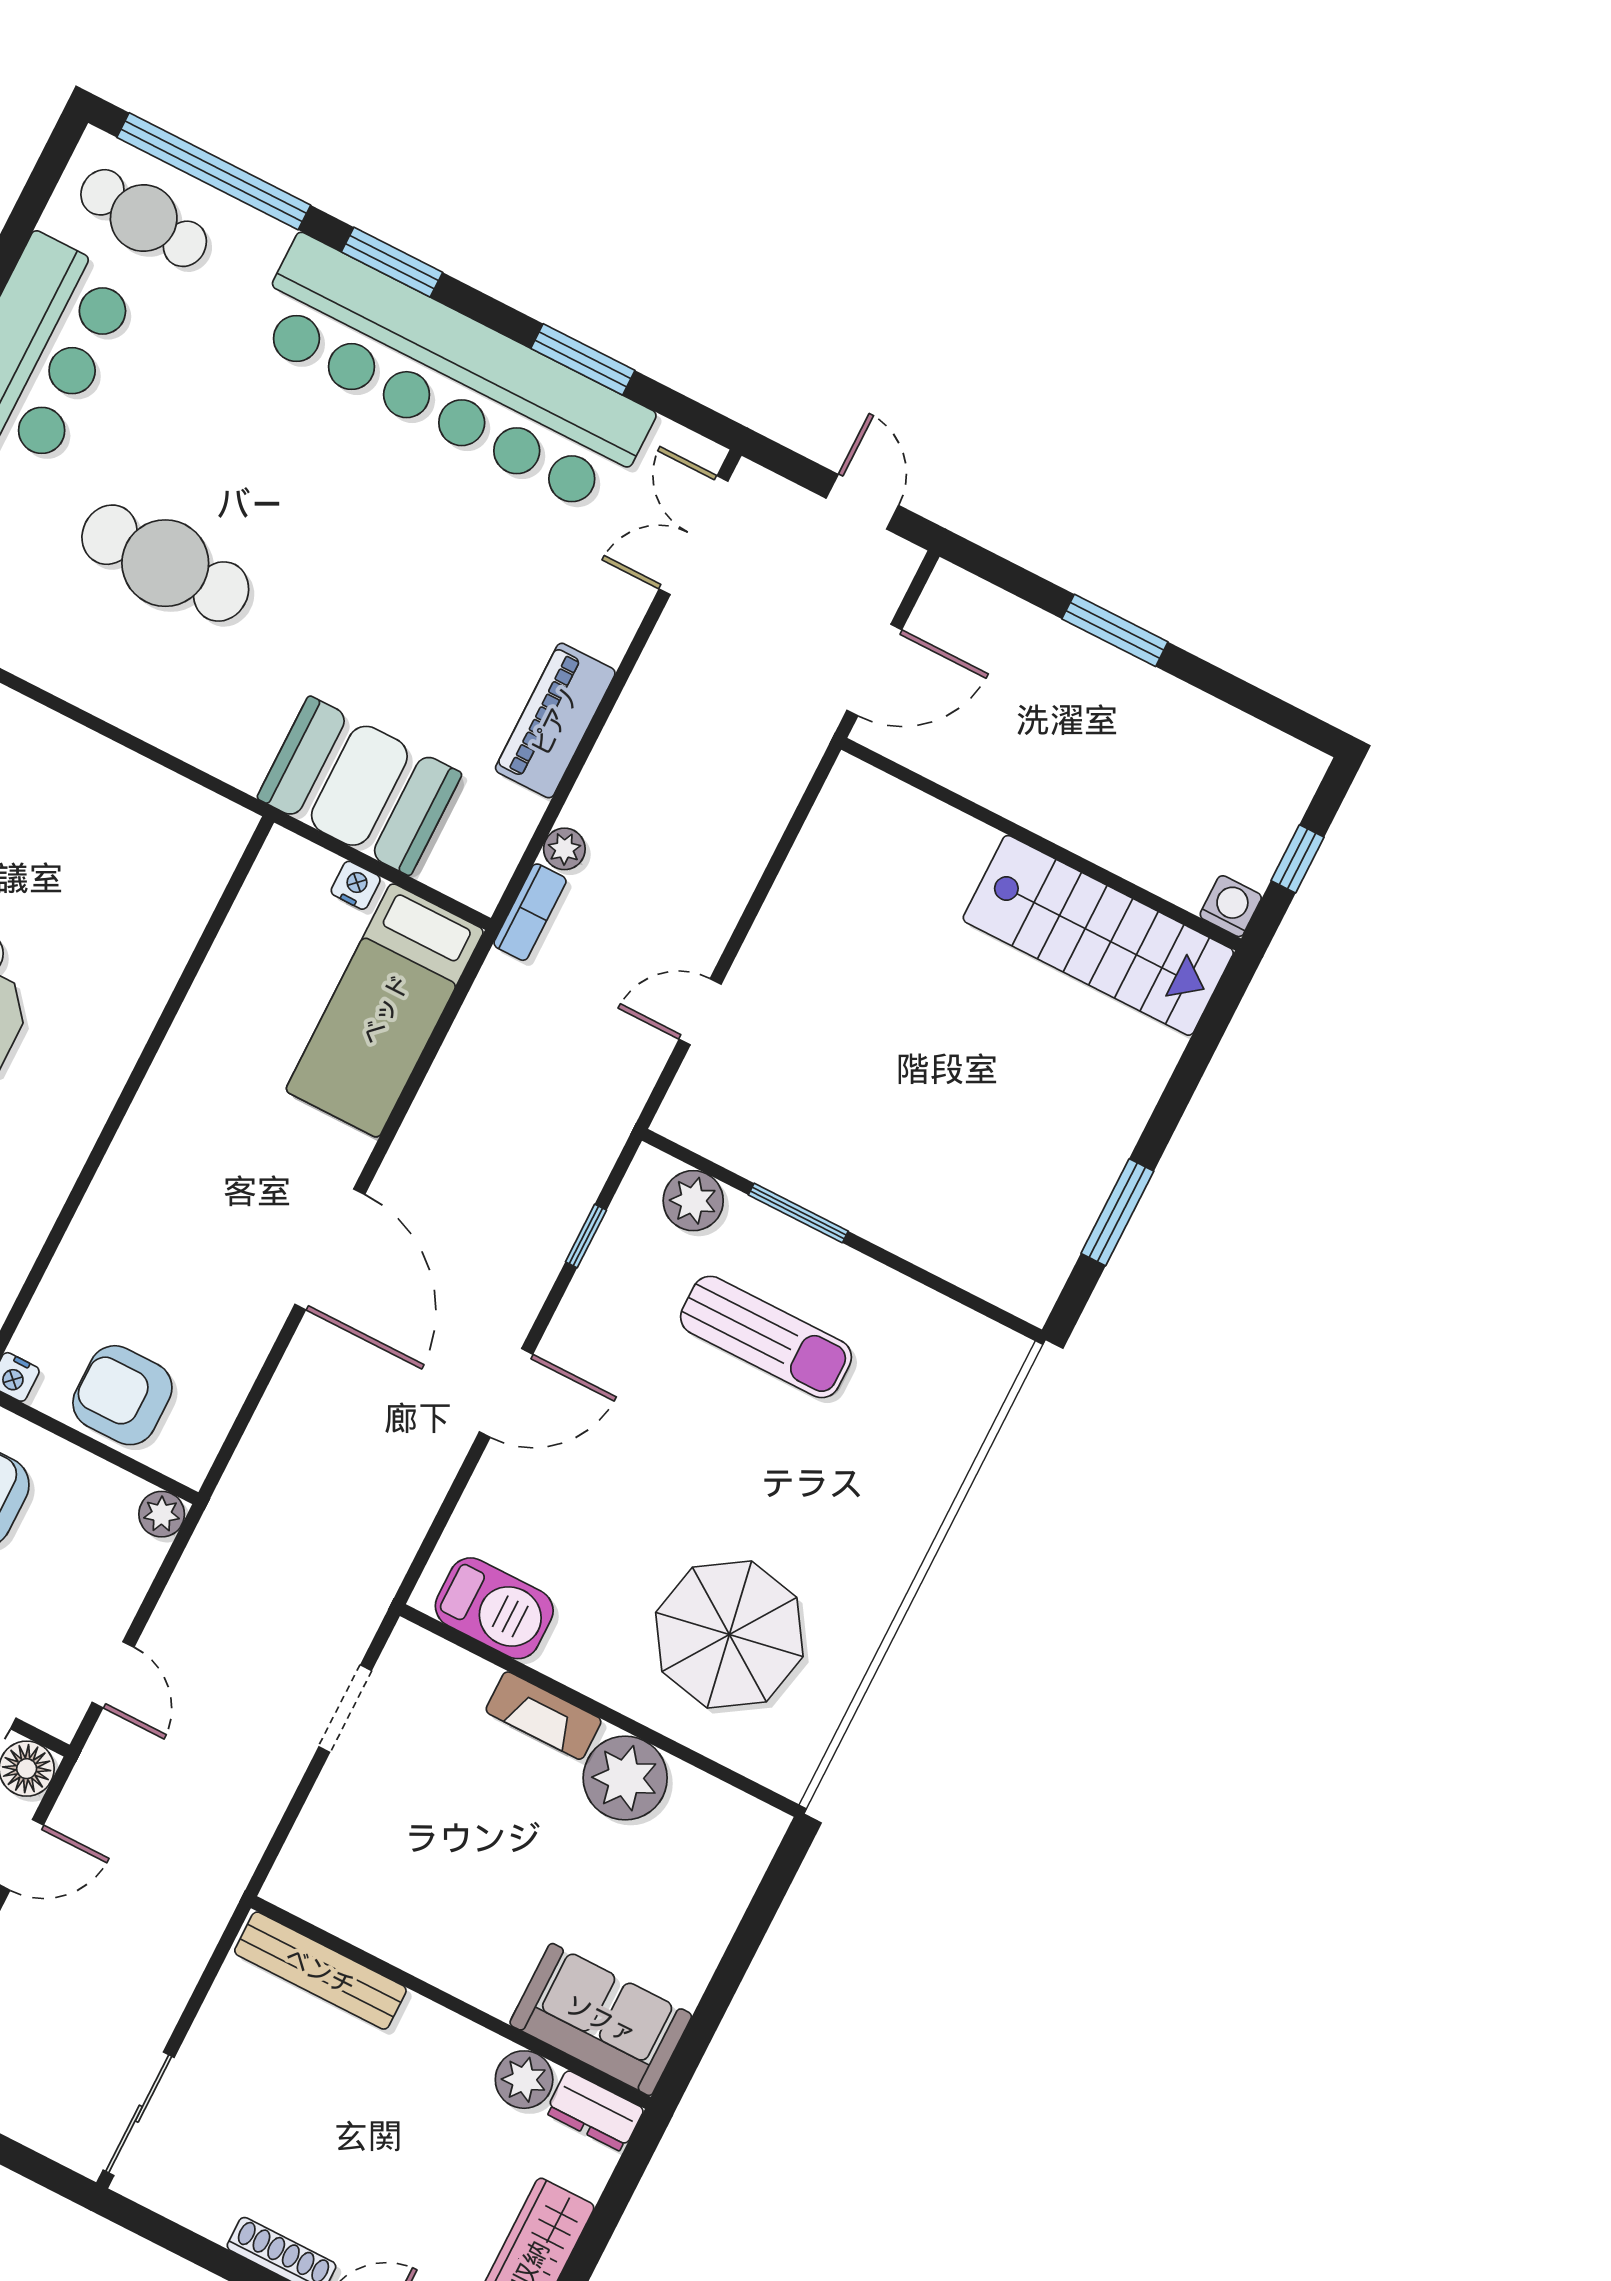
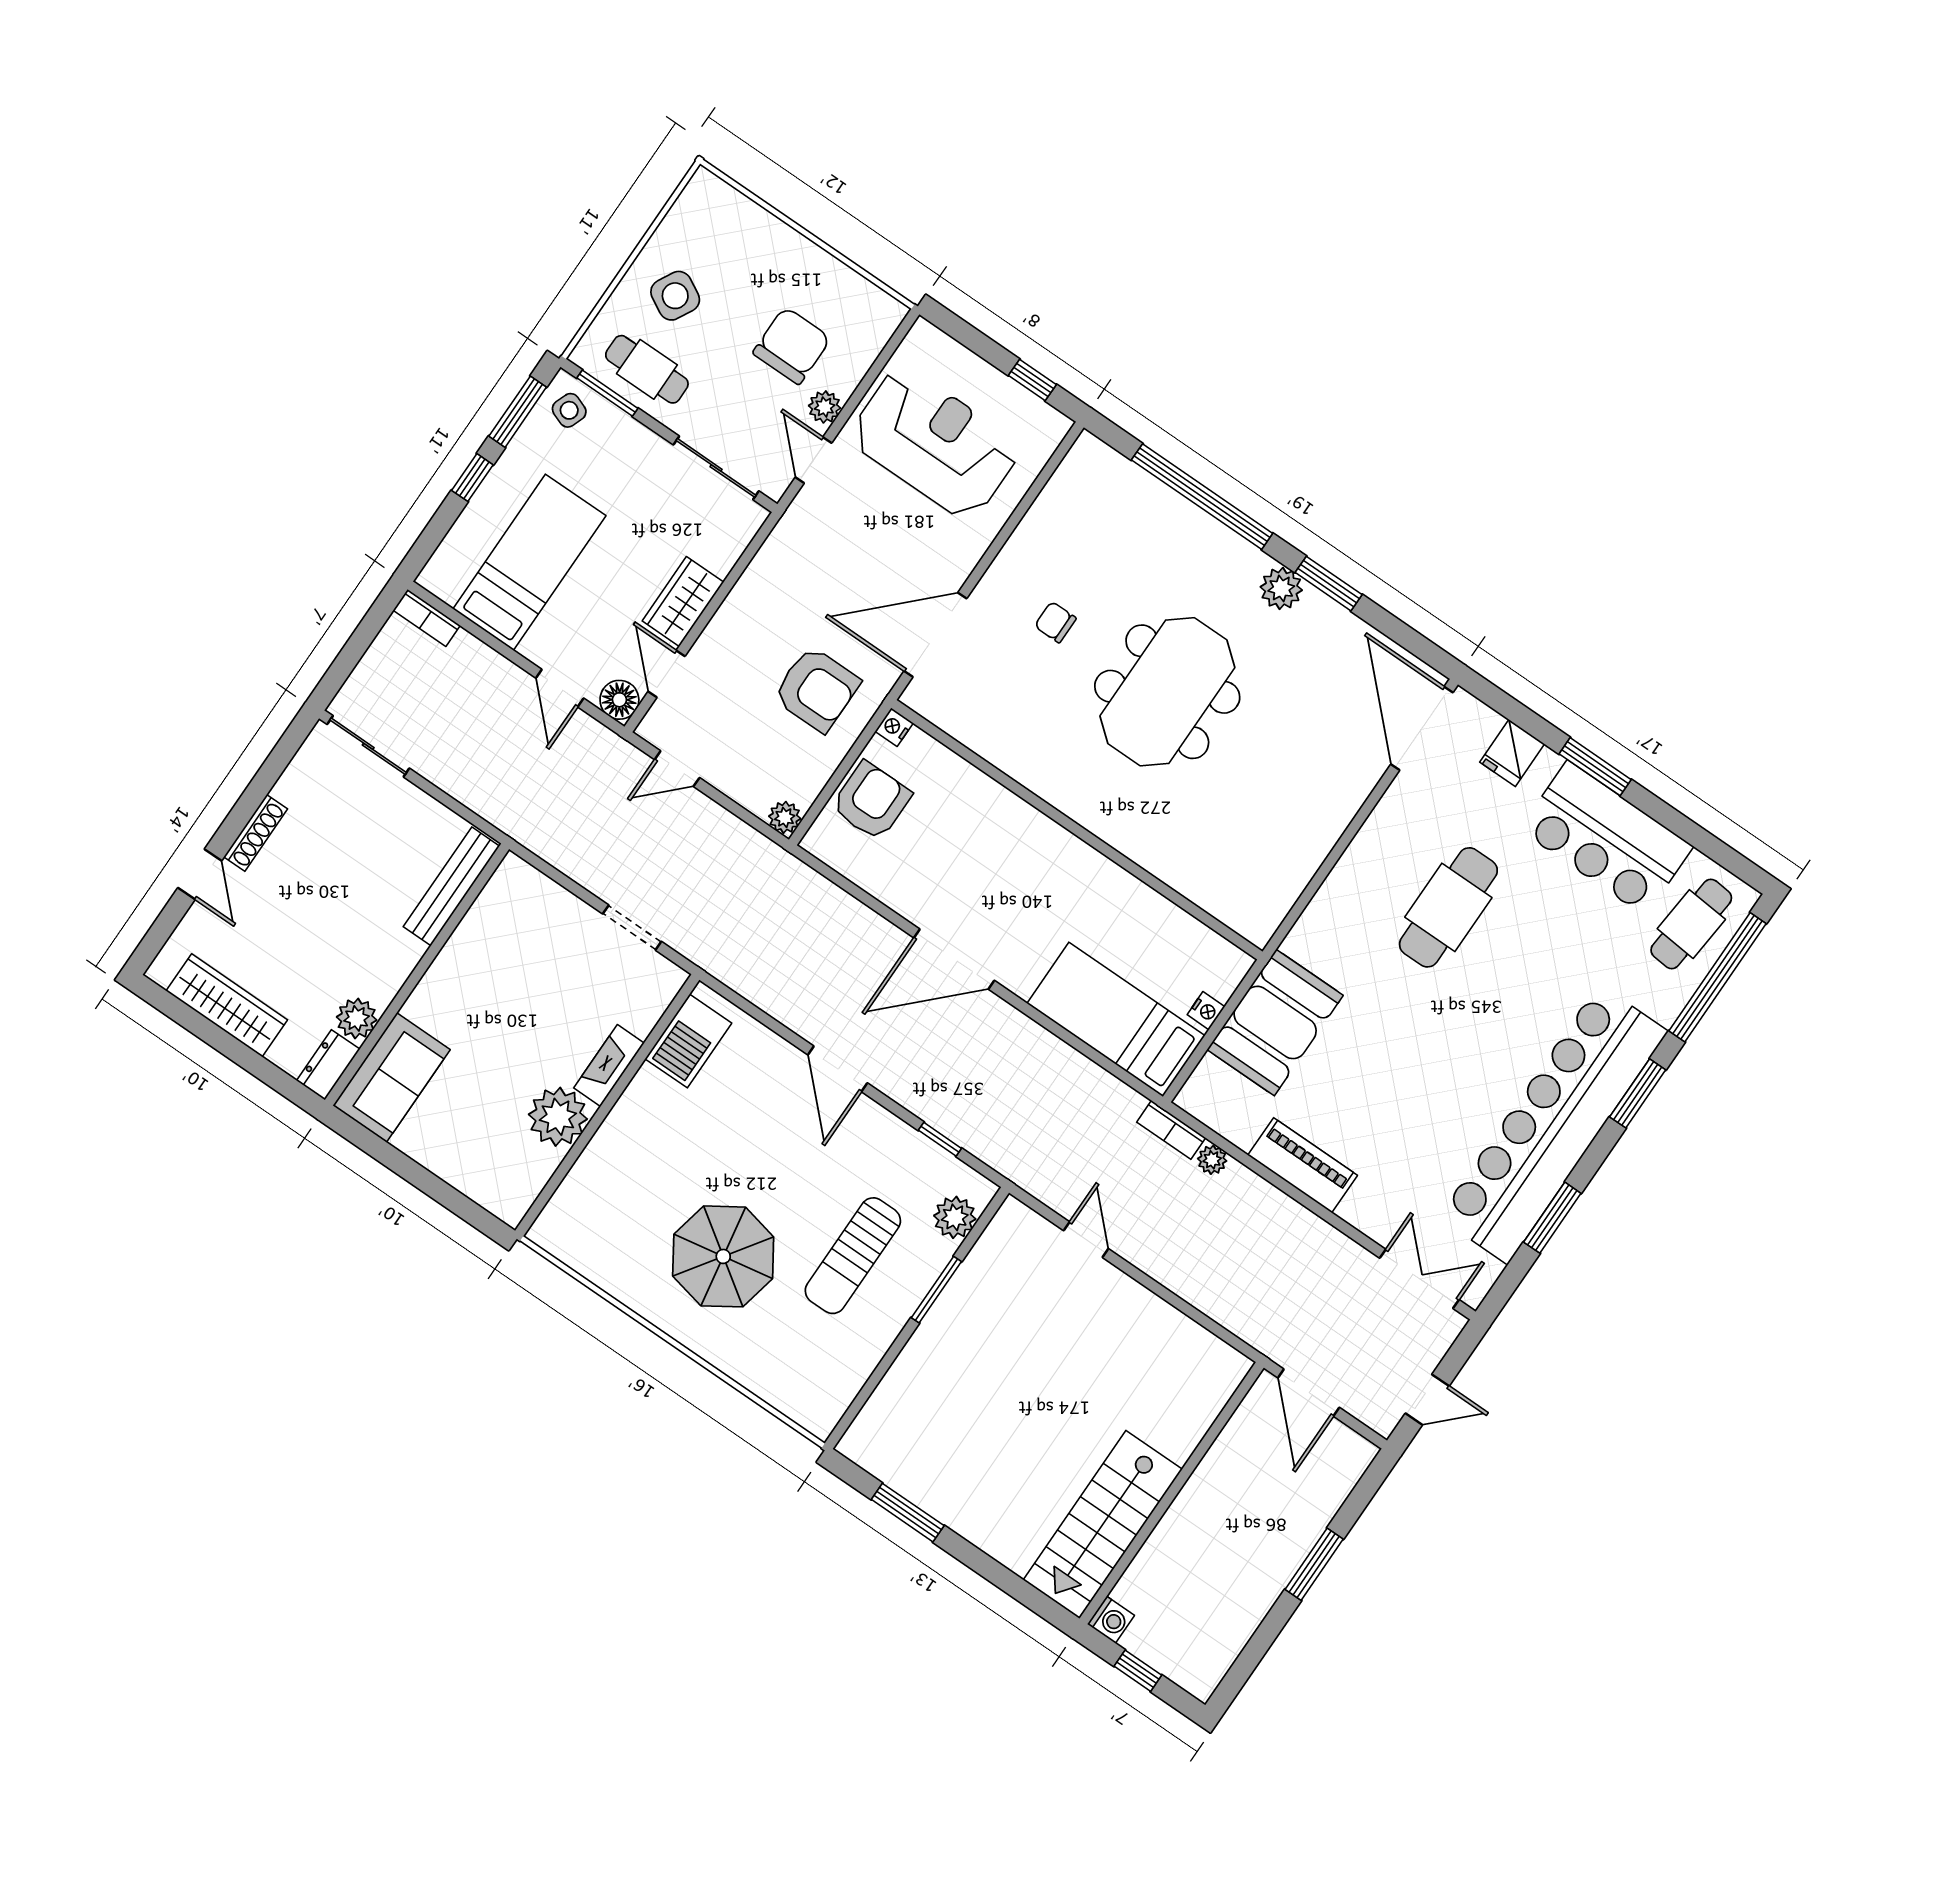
parasol: (729, 1635) -> (723, 1256), moved

